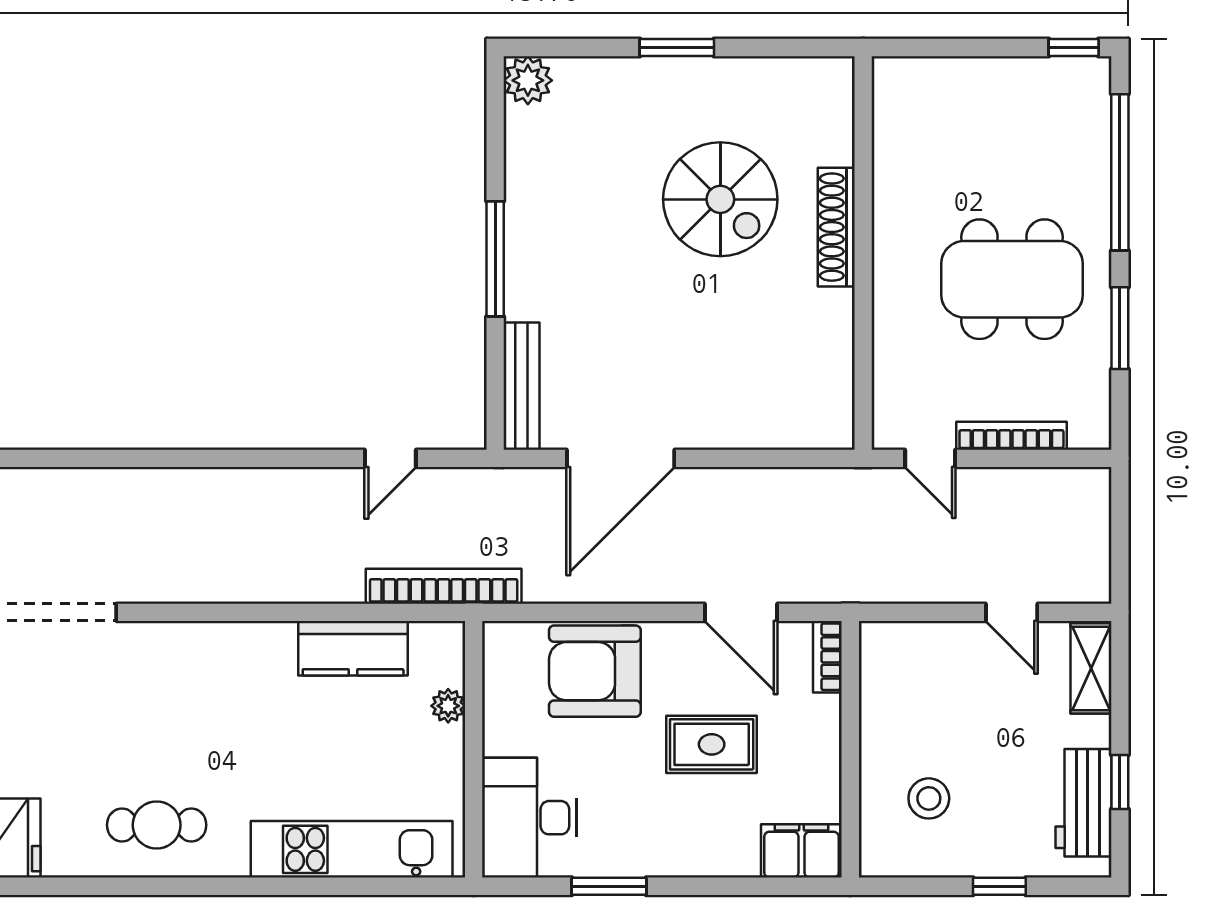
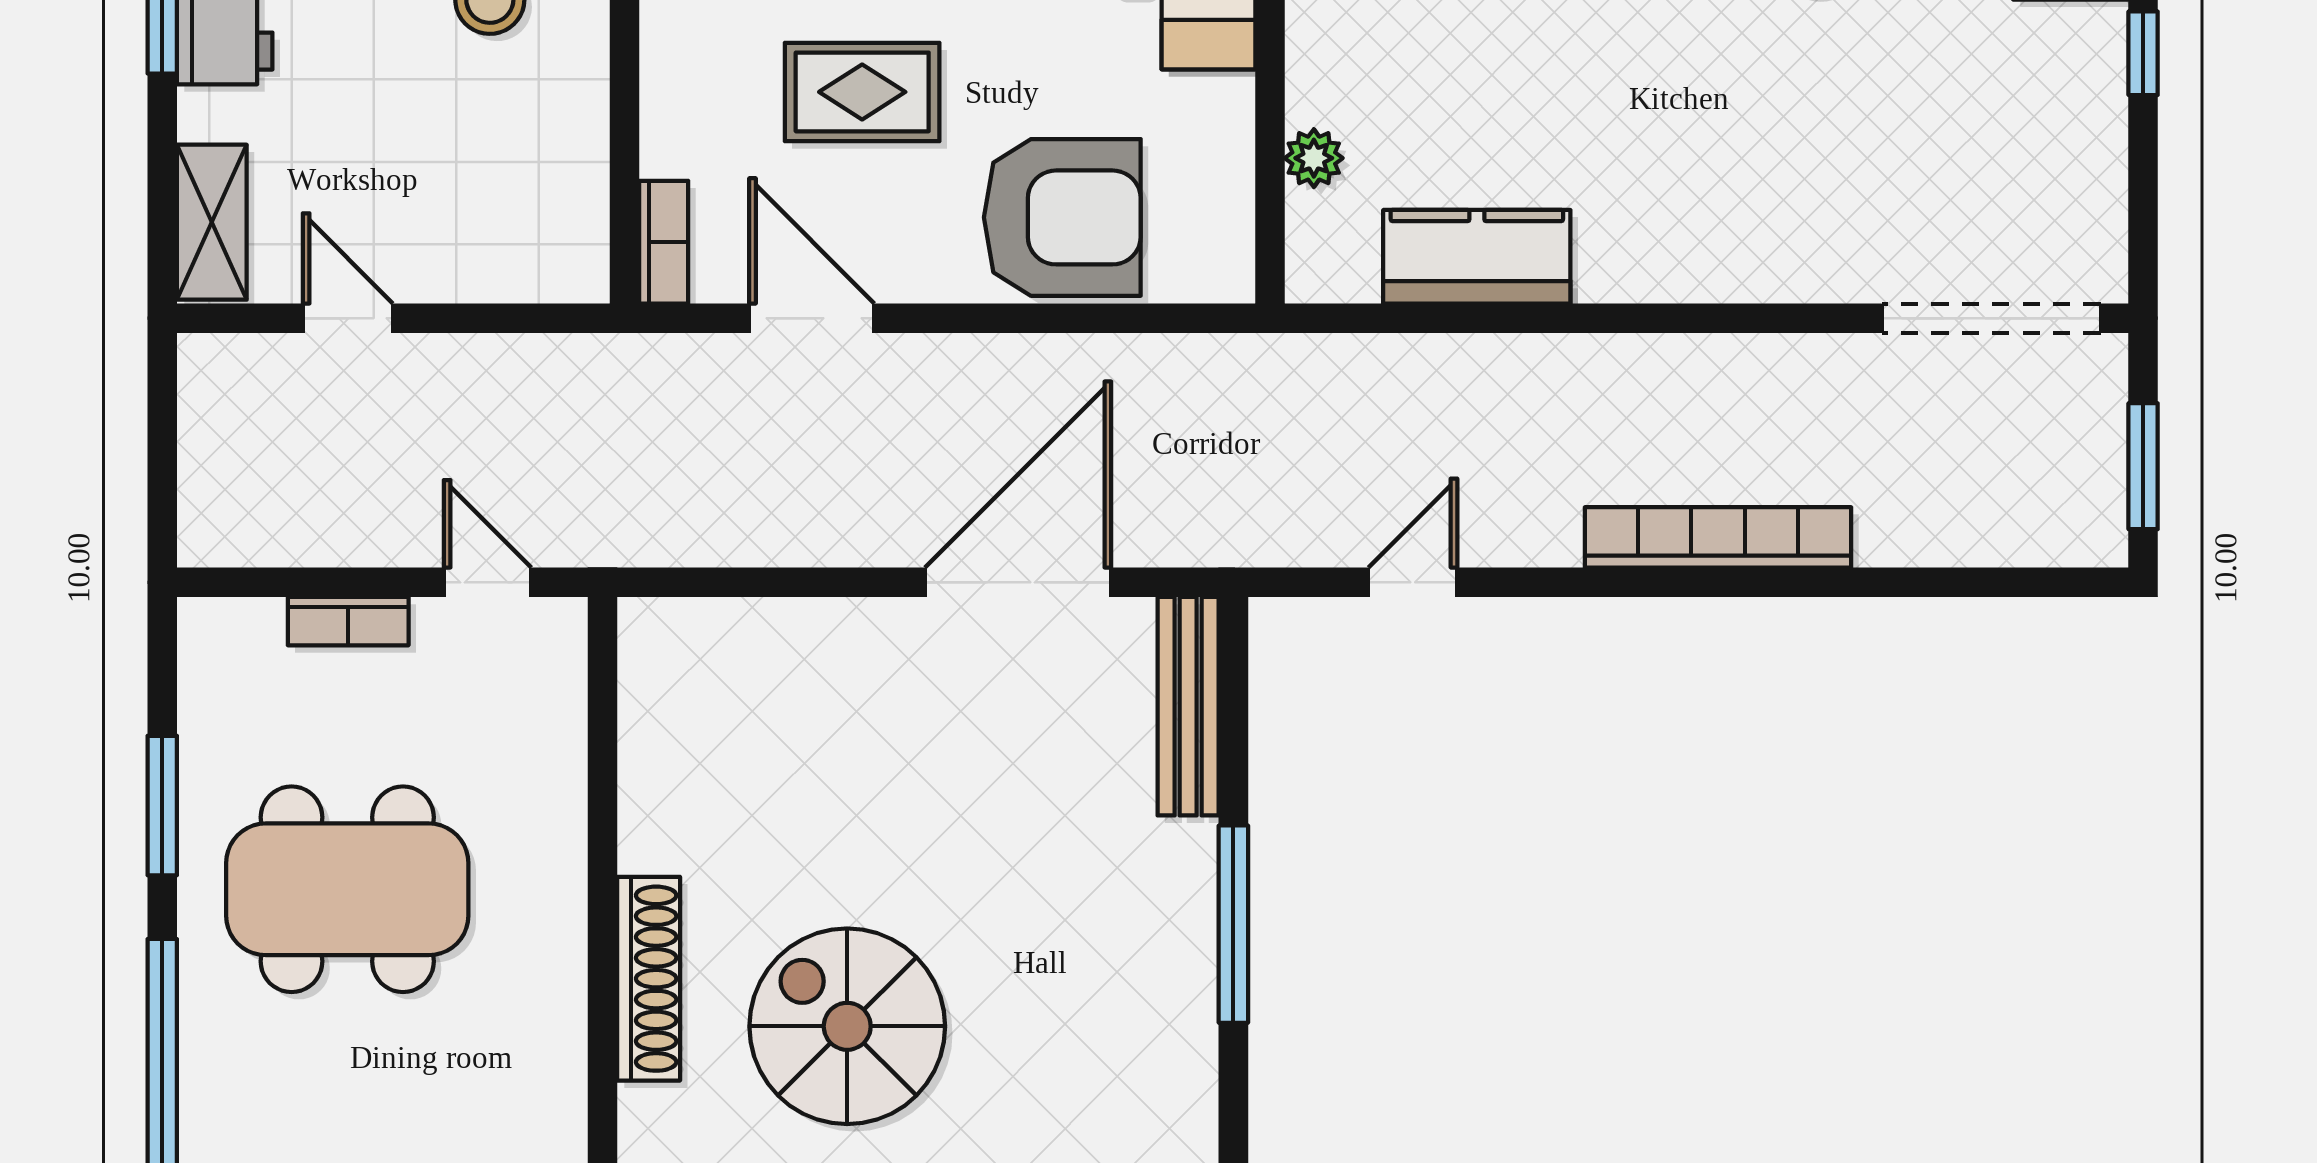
bookcase: (1011, 436) -> (348, 621), width x0.64
bookcase: (444, 586) -> (1718, 537), moved, turned 180

